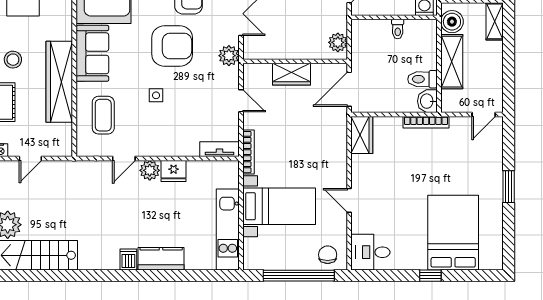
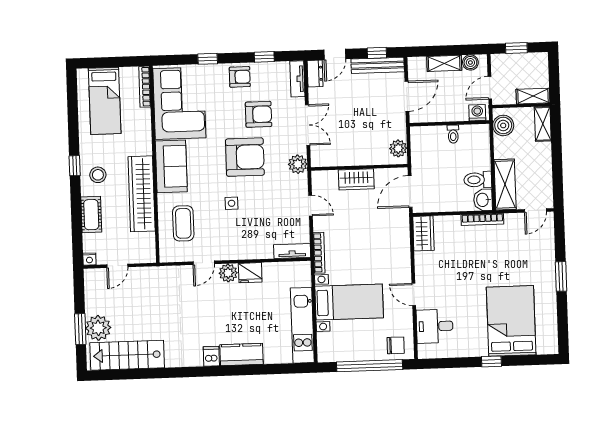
shelving: (452, 62) -> (505, 184), moved
desk: (370, 252) -> (435, 326), moved
chair: (328, 255) -> (396, 345), turned 90

